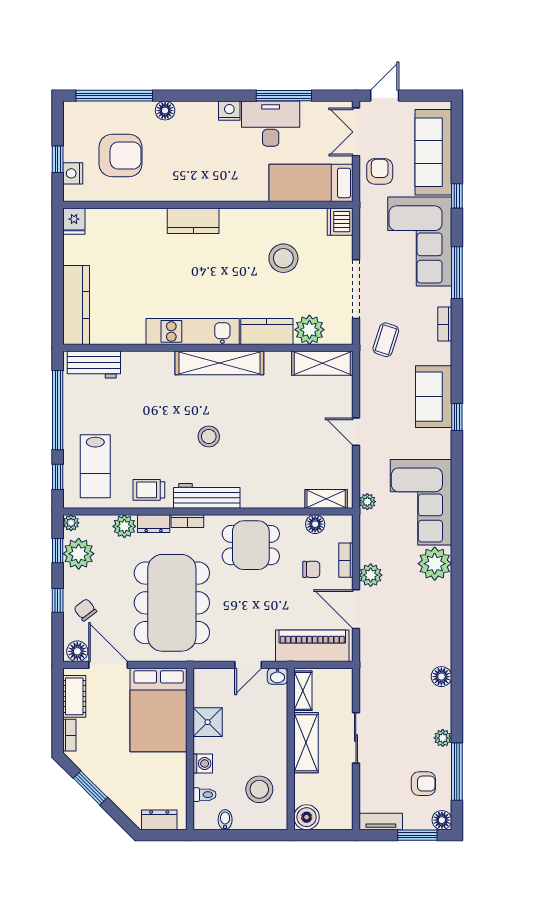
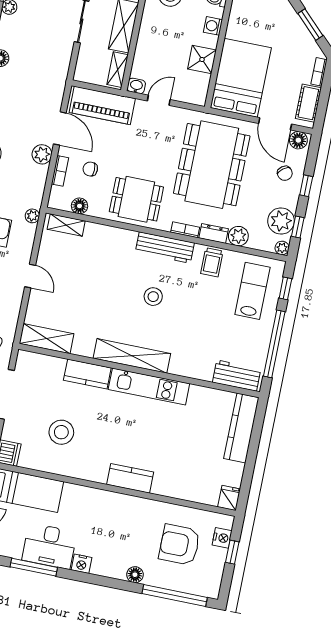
plant: (309, 330) -> (52, 368), removed
trolley: (149, 490) -> (212, 262), turned 90

